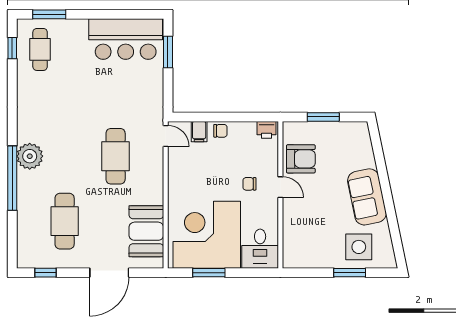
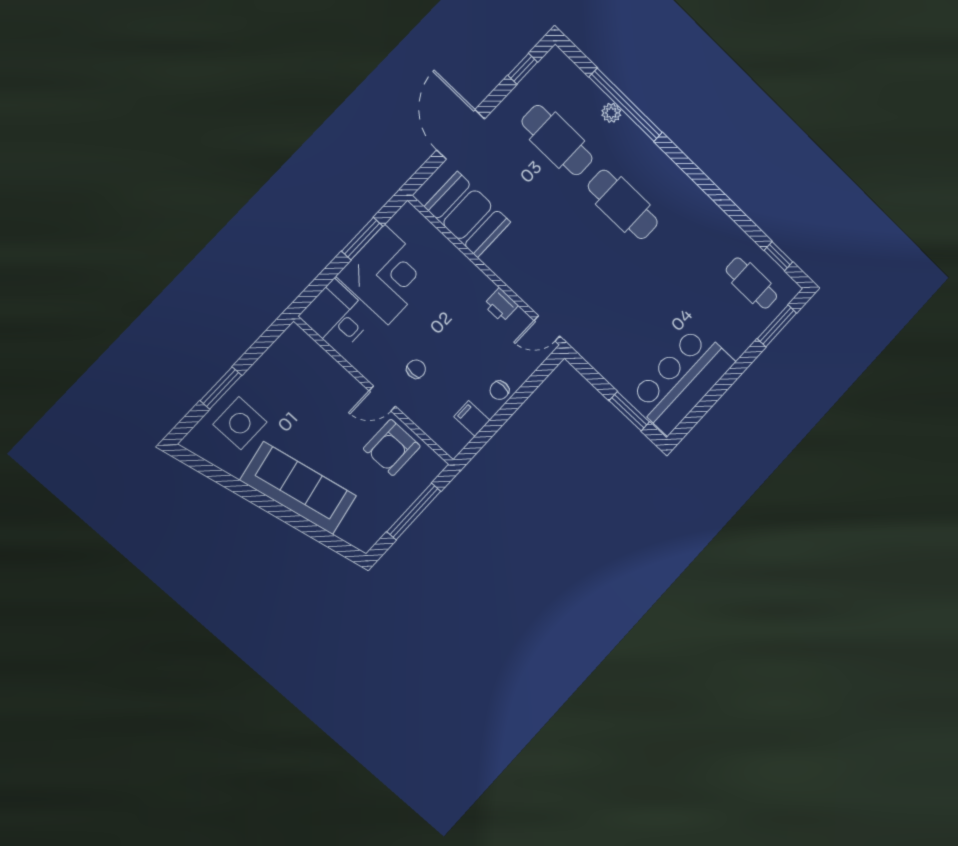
window: (323, 117) -> (414, 511), width x1.44
printer: (267, 130) -> (501, 305), moved, turned -90
filing cabinet: (199, 132) -> (472, 418), moved
plant: (30, 156) -> (611, 113), moved, width x0.53, depth x0.53
cafe table: (116, 156) -> (623, 204), moved
window: (12, 178) -> (626, 105), moved
sofa: (367, 197) -> (298, 488), width x1.36
corner desk: (207, 235) -> (386, 275), width x0.74, depth x0.74

